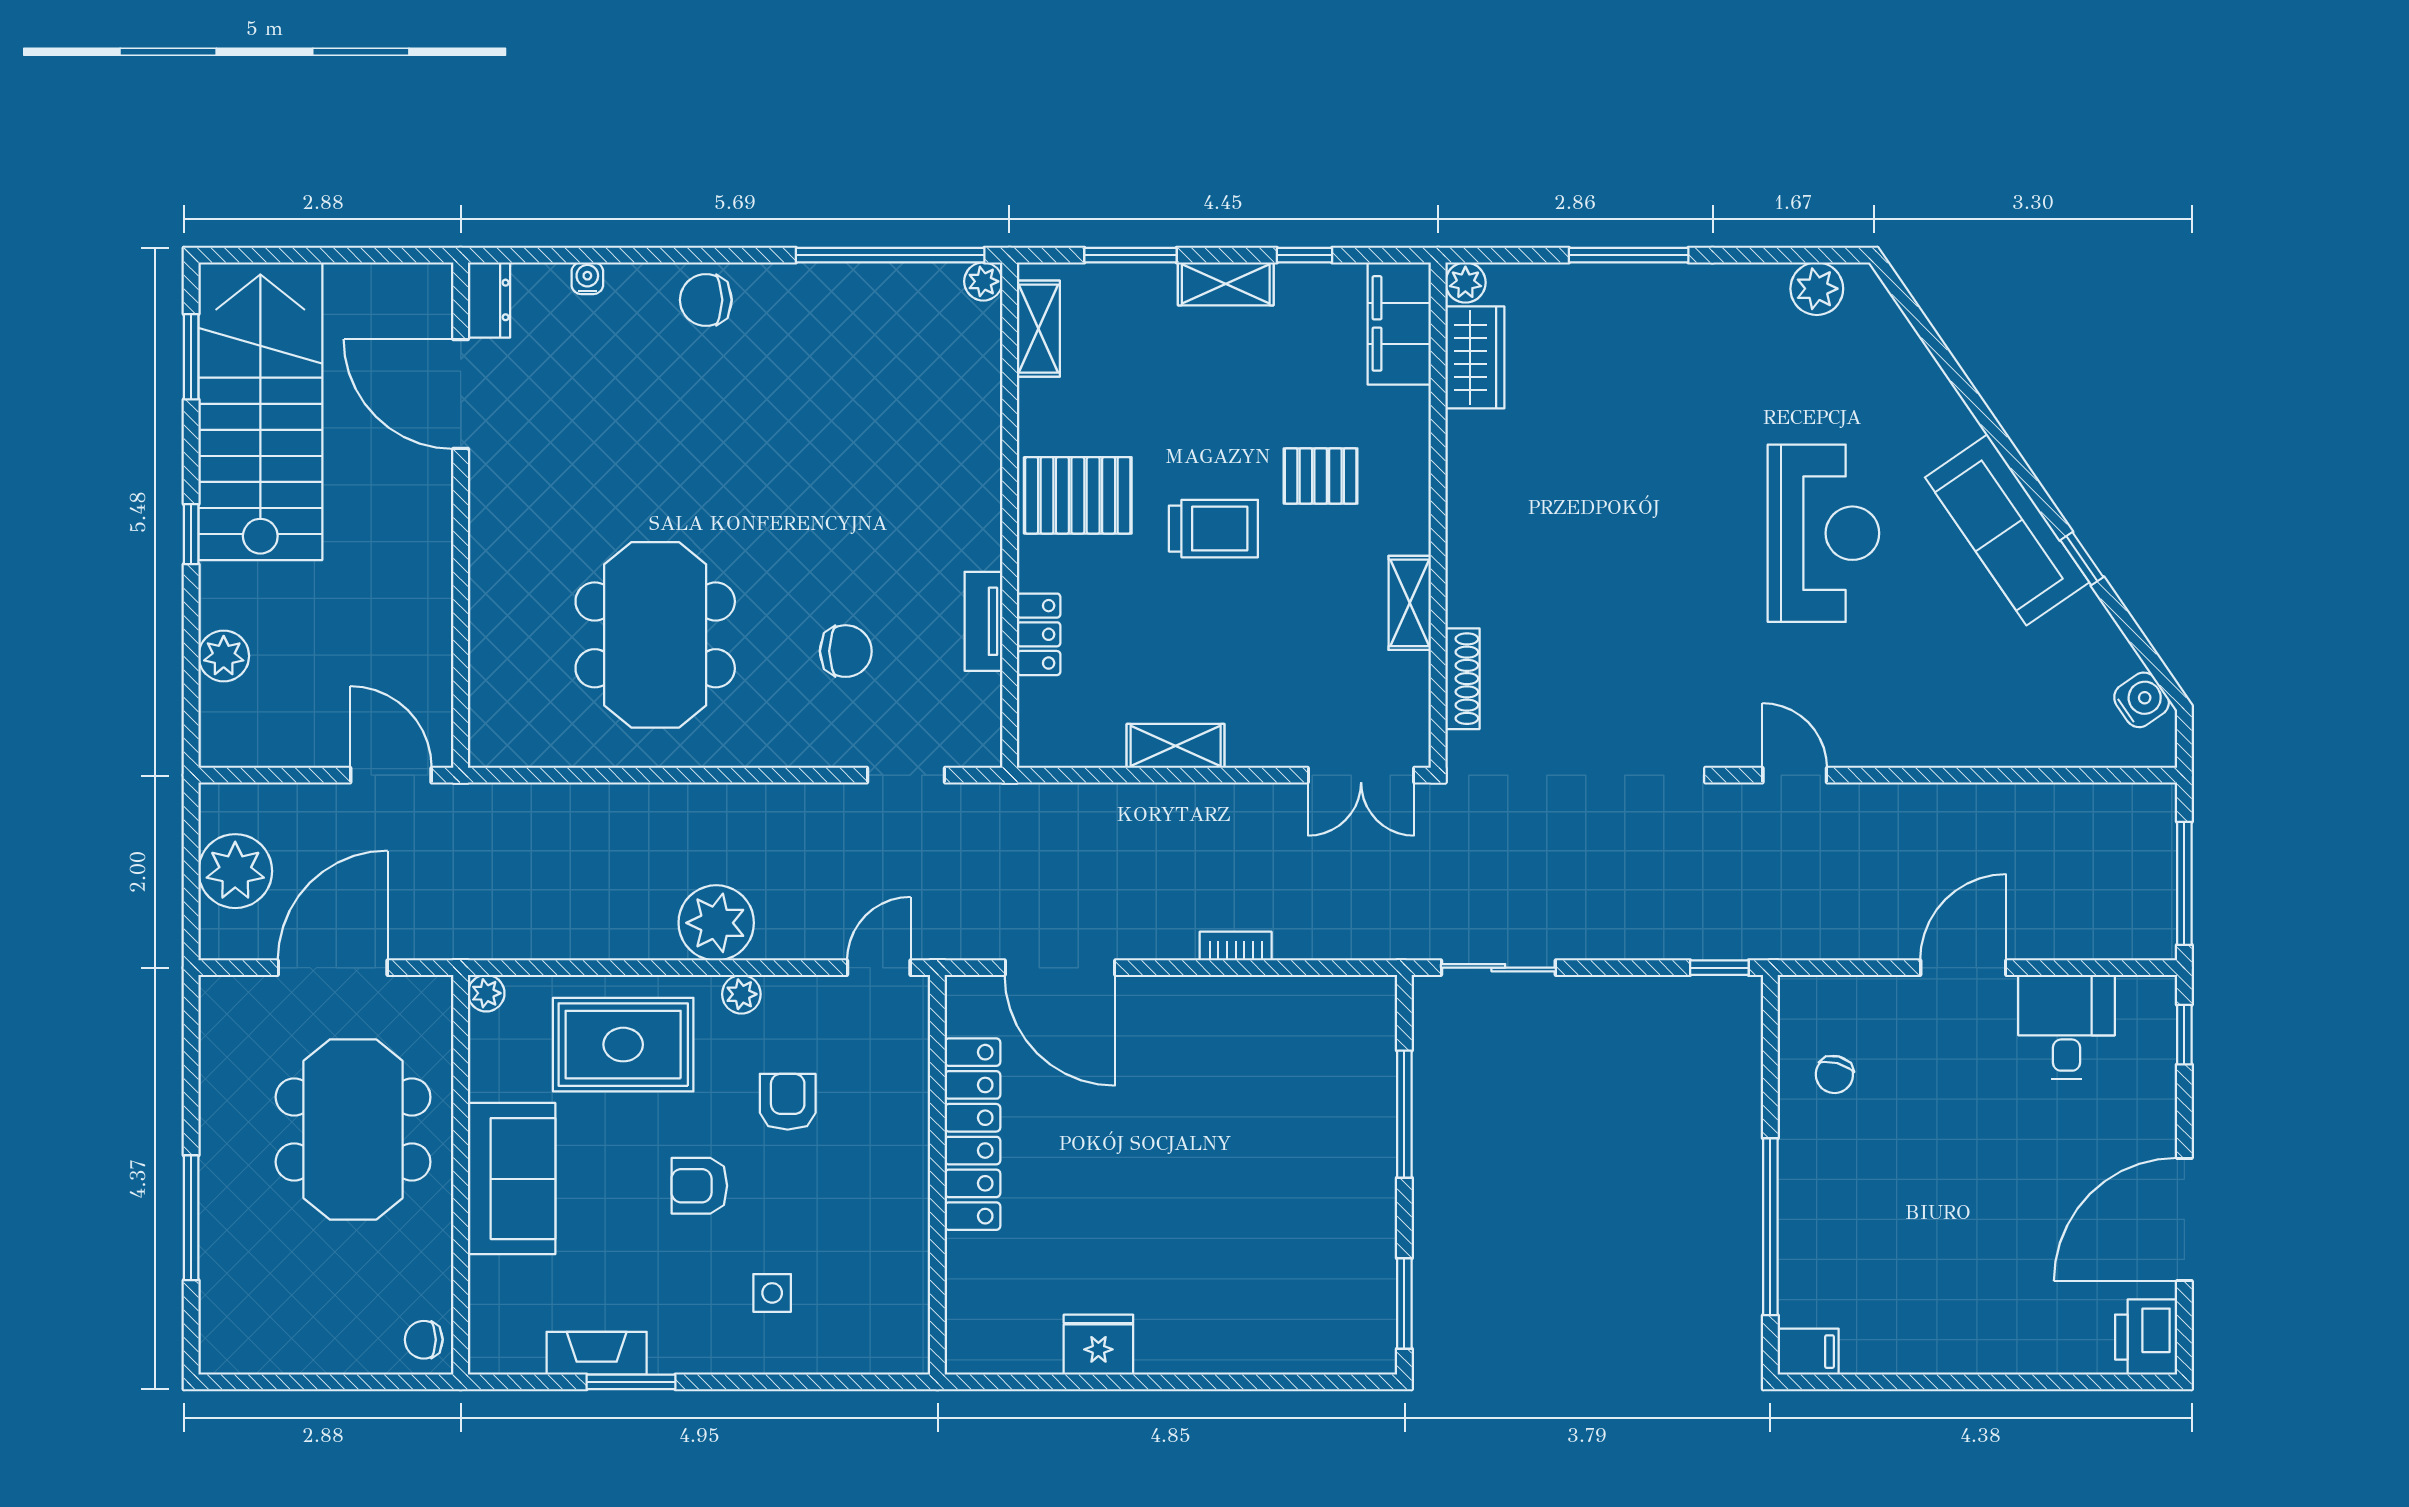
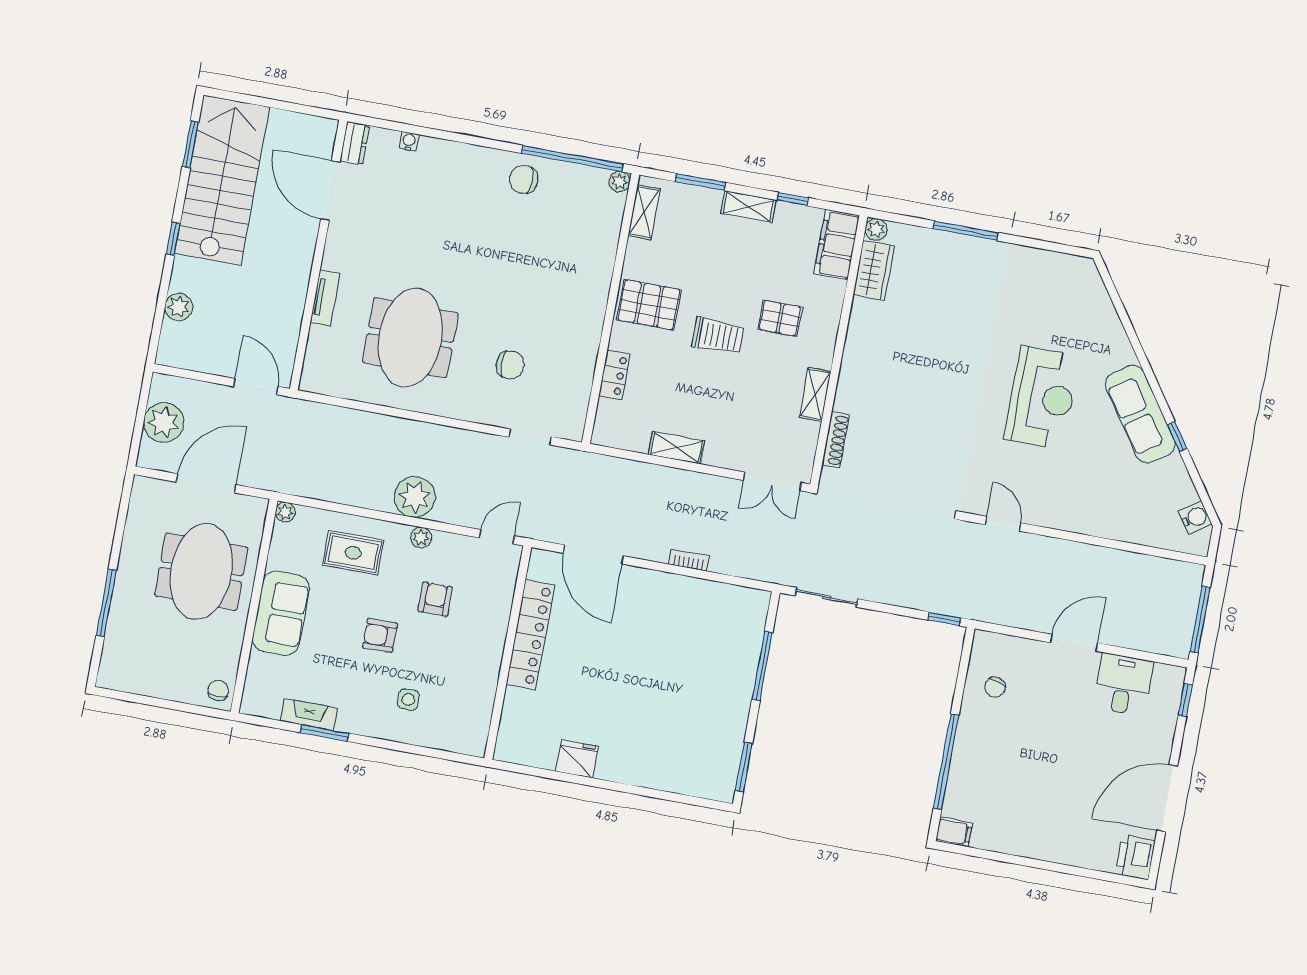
plant: (1817, 289) -> (1062, 267), removed
chair: (706, 300) -> (524, 180), moved
tv unit: (983, 621) -> (325, 298), moved, turned 180
rug: (623, 1045) -> (353, 553), width x0.73, depth x0.70
chair: (424, 1340) -> (218, 690), turned 90

